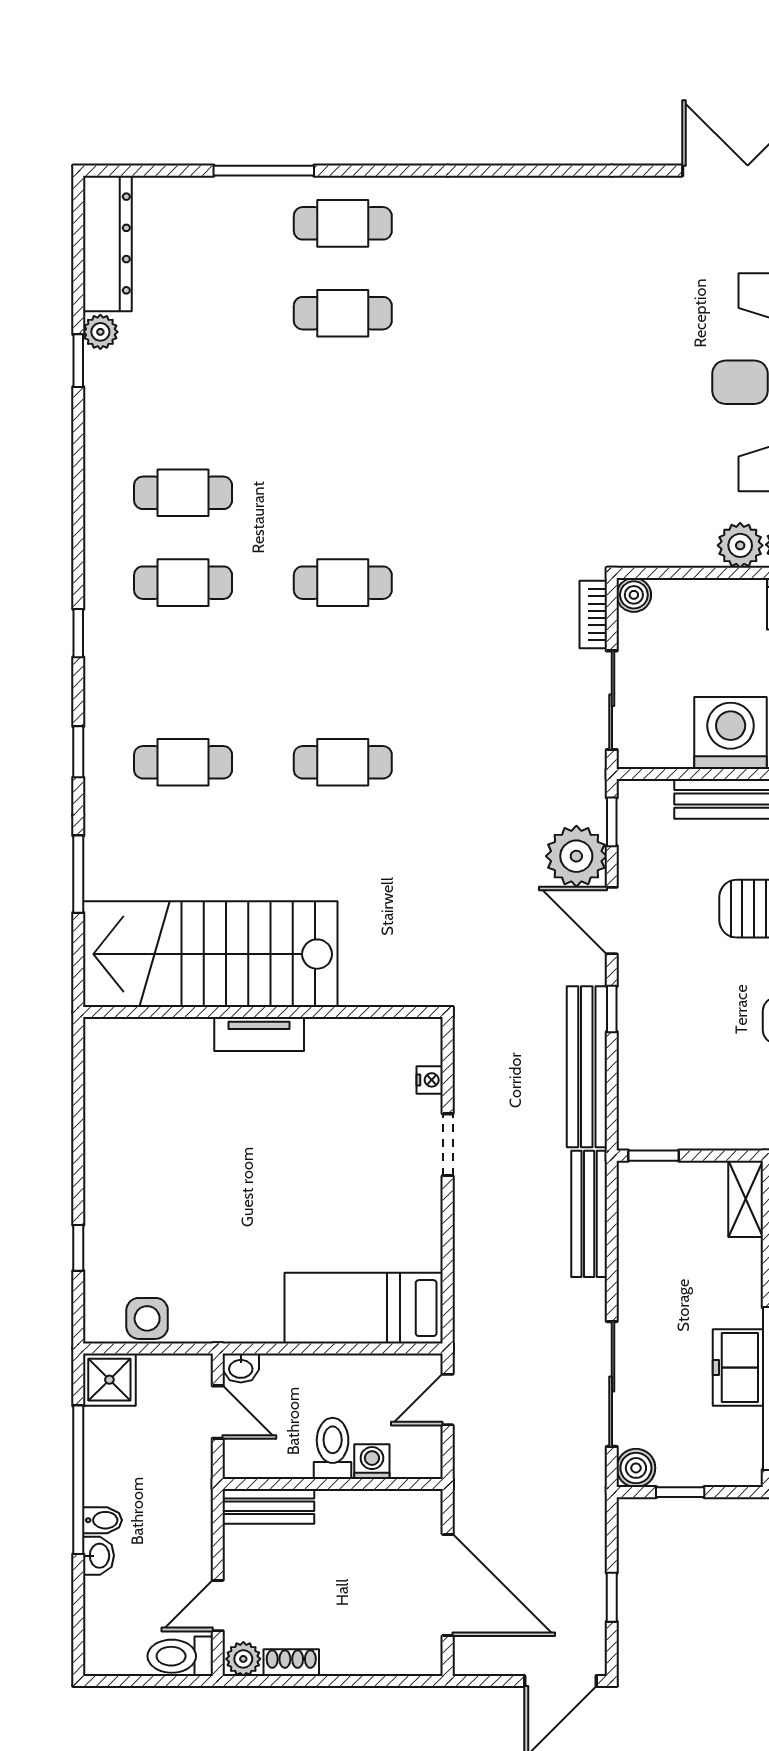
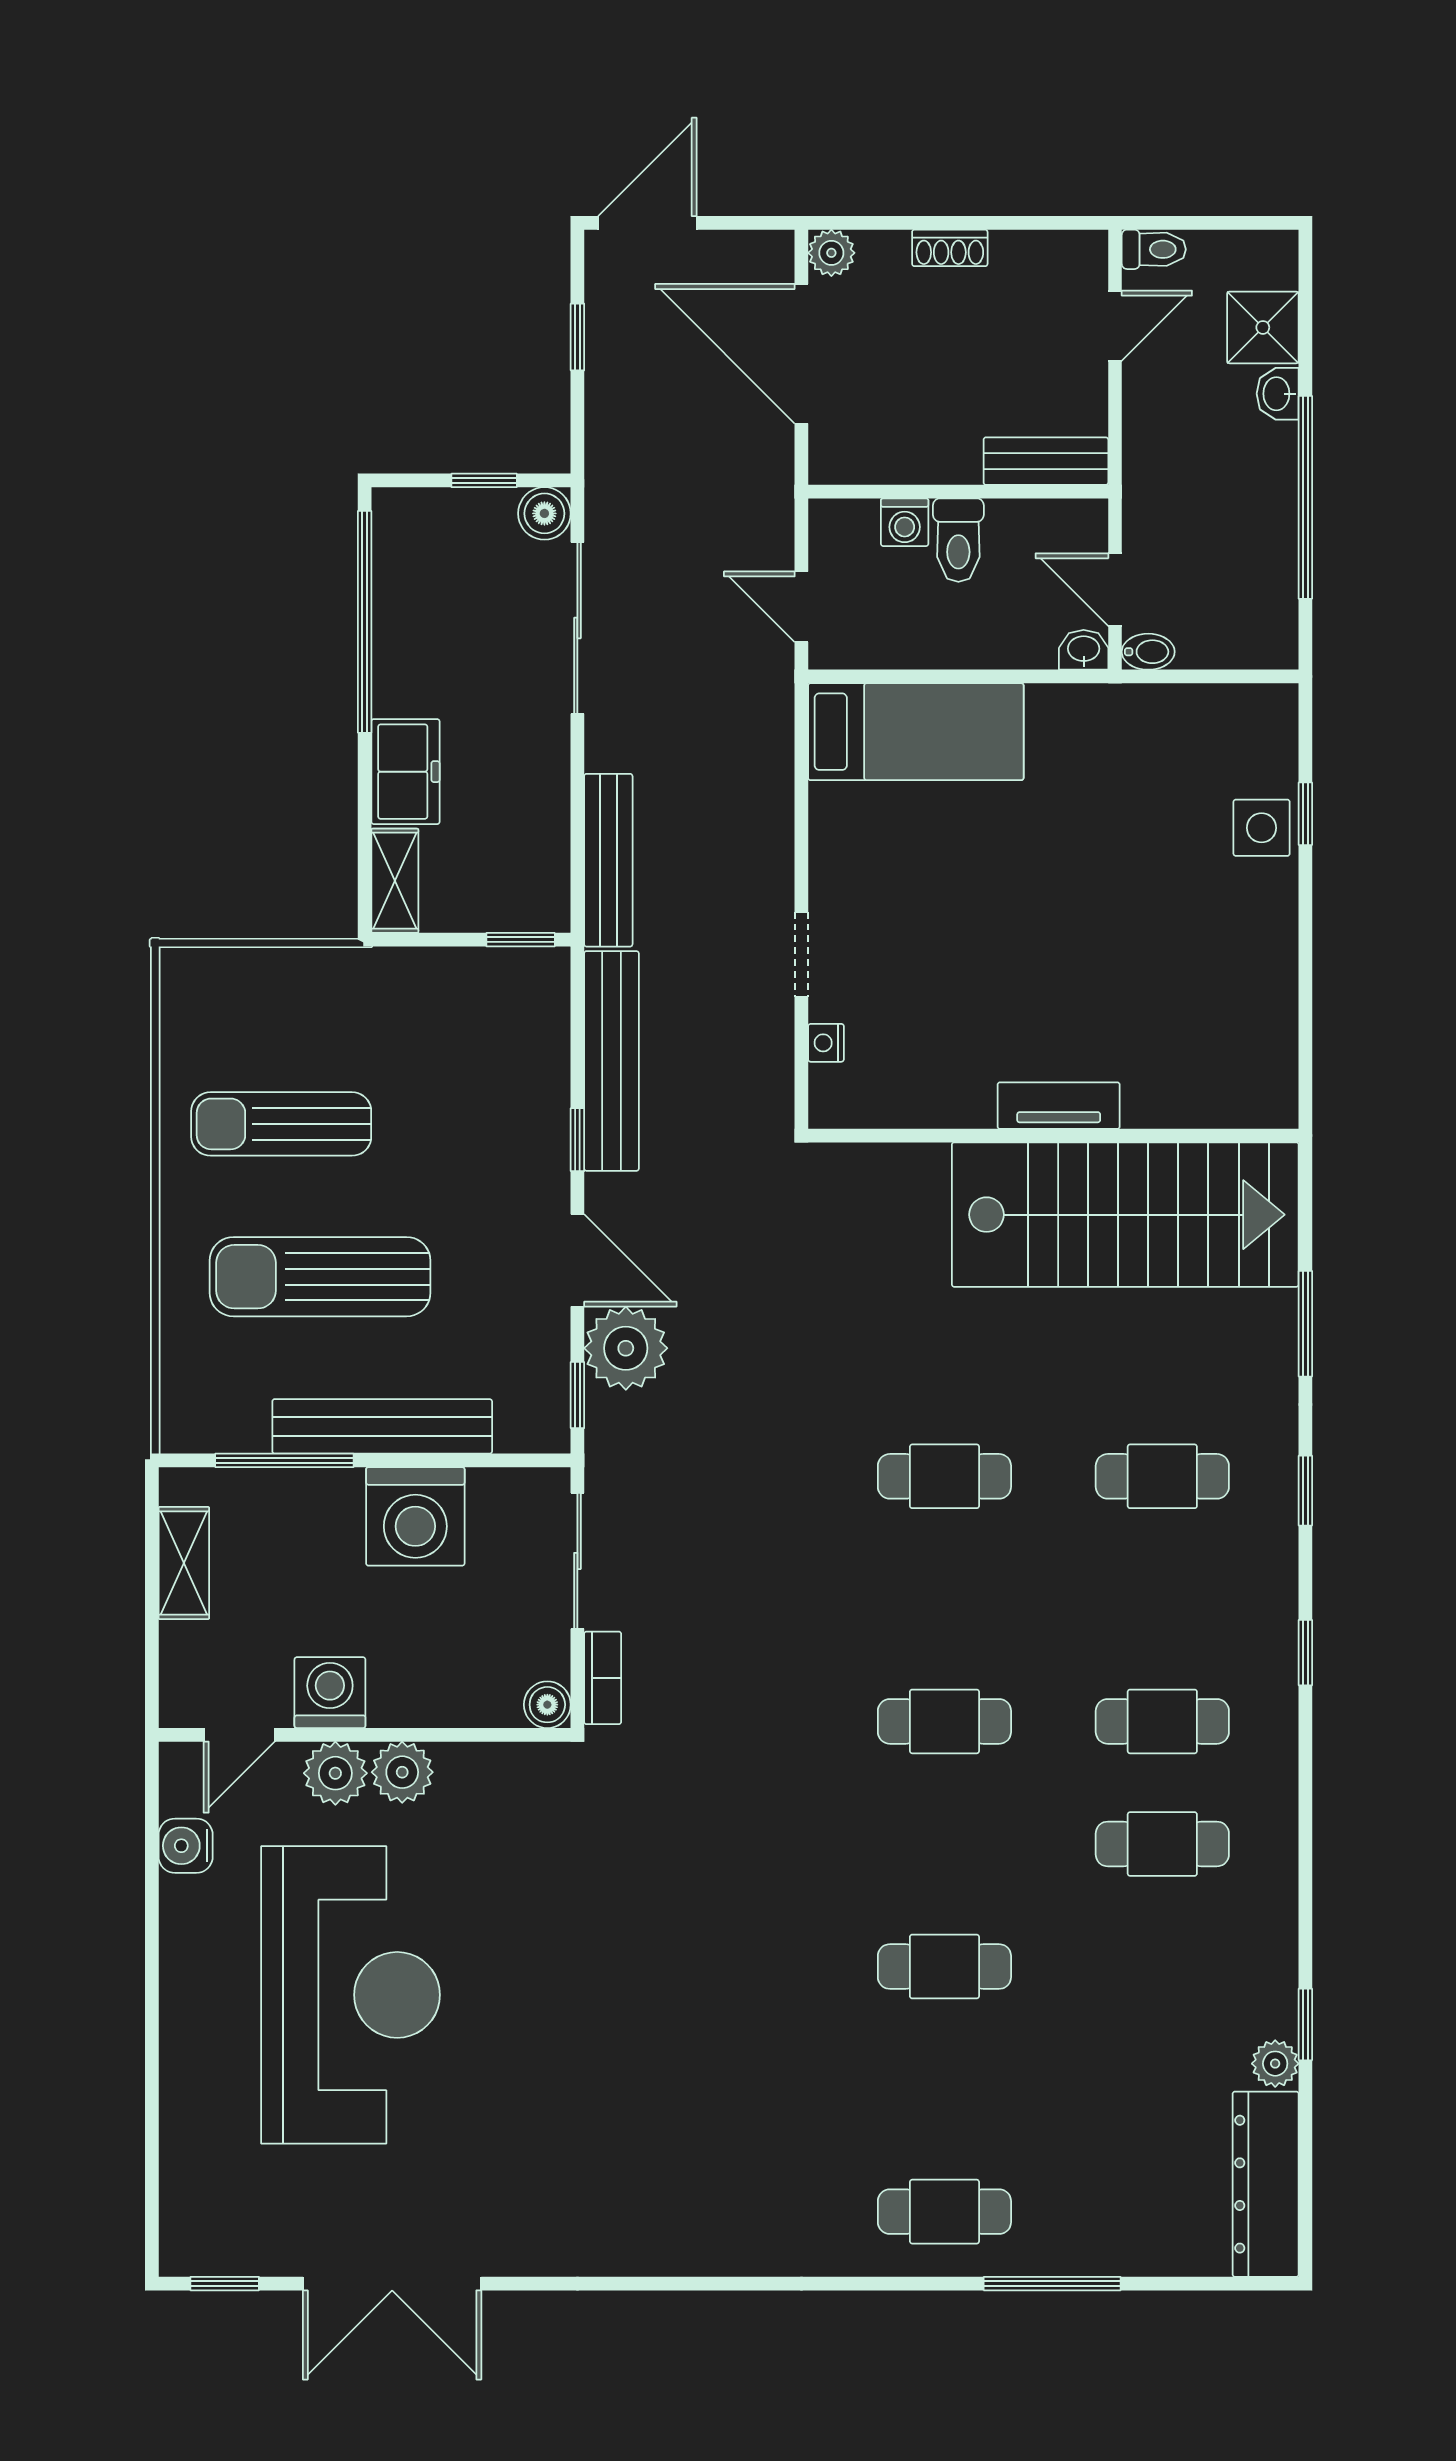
cafe table: (343, 313) -> (944, 1967), moved
side table: (147, 1318) -> (1262, 828), moved
freezer: (738, 1368) -> (405, 772), moved
shower: (109, 1380) -> (1263, 327), moved
door: (448, 1400) -> (801, 607), swing flipped
bidet: (103, 1520) -> (1148, 652), moved, turned 180
toilet: (180, 1656) -> (1154, 249), width x0.73, depth x0.72
plant: (243, 1659) -> (831, 253), moved
shoe rack: (291, 1663) -> (950, 248), moved

